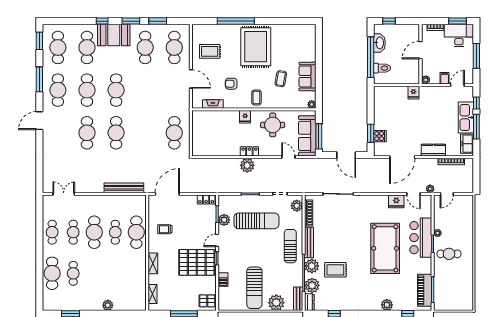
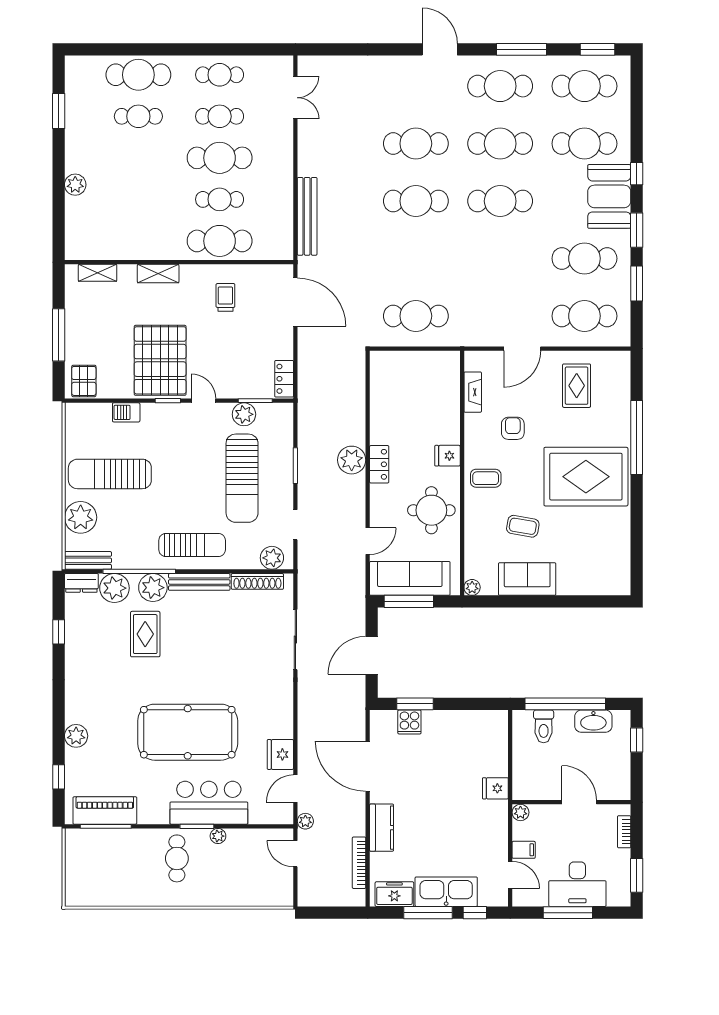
desk: (459, 35) -> (577, 884), moved, turned 90

